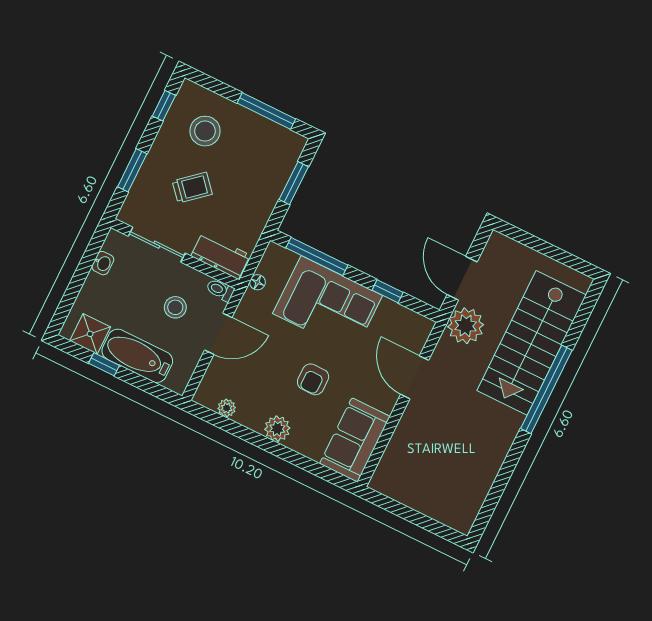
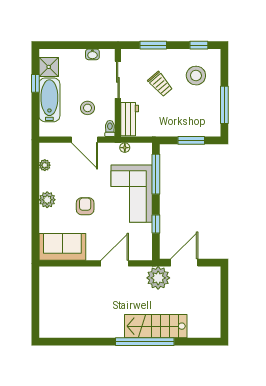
stairs: (532, 343) -> (156, 326), width x0.73, depth x0.66
armchair: (313, 379) -> (85, 206), turned 90

